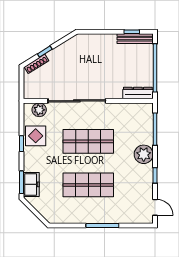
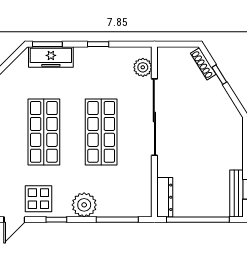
display table: (36, 136) -> (38, 199), moved
freezer: (31, 184) -> (51, 57), width x1.40

